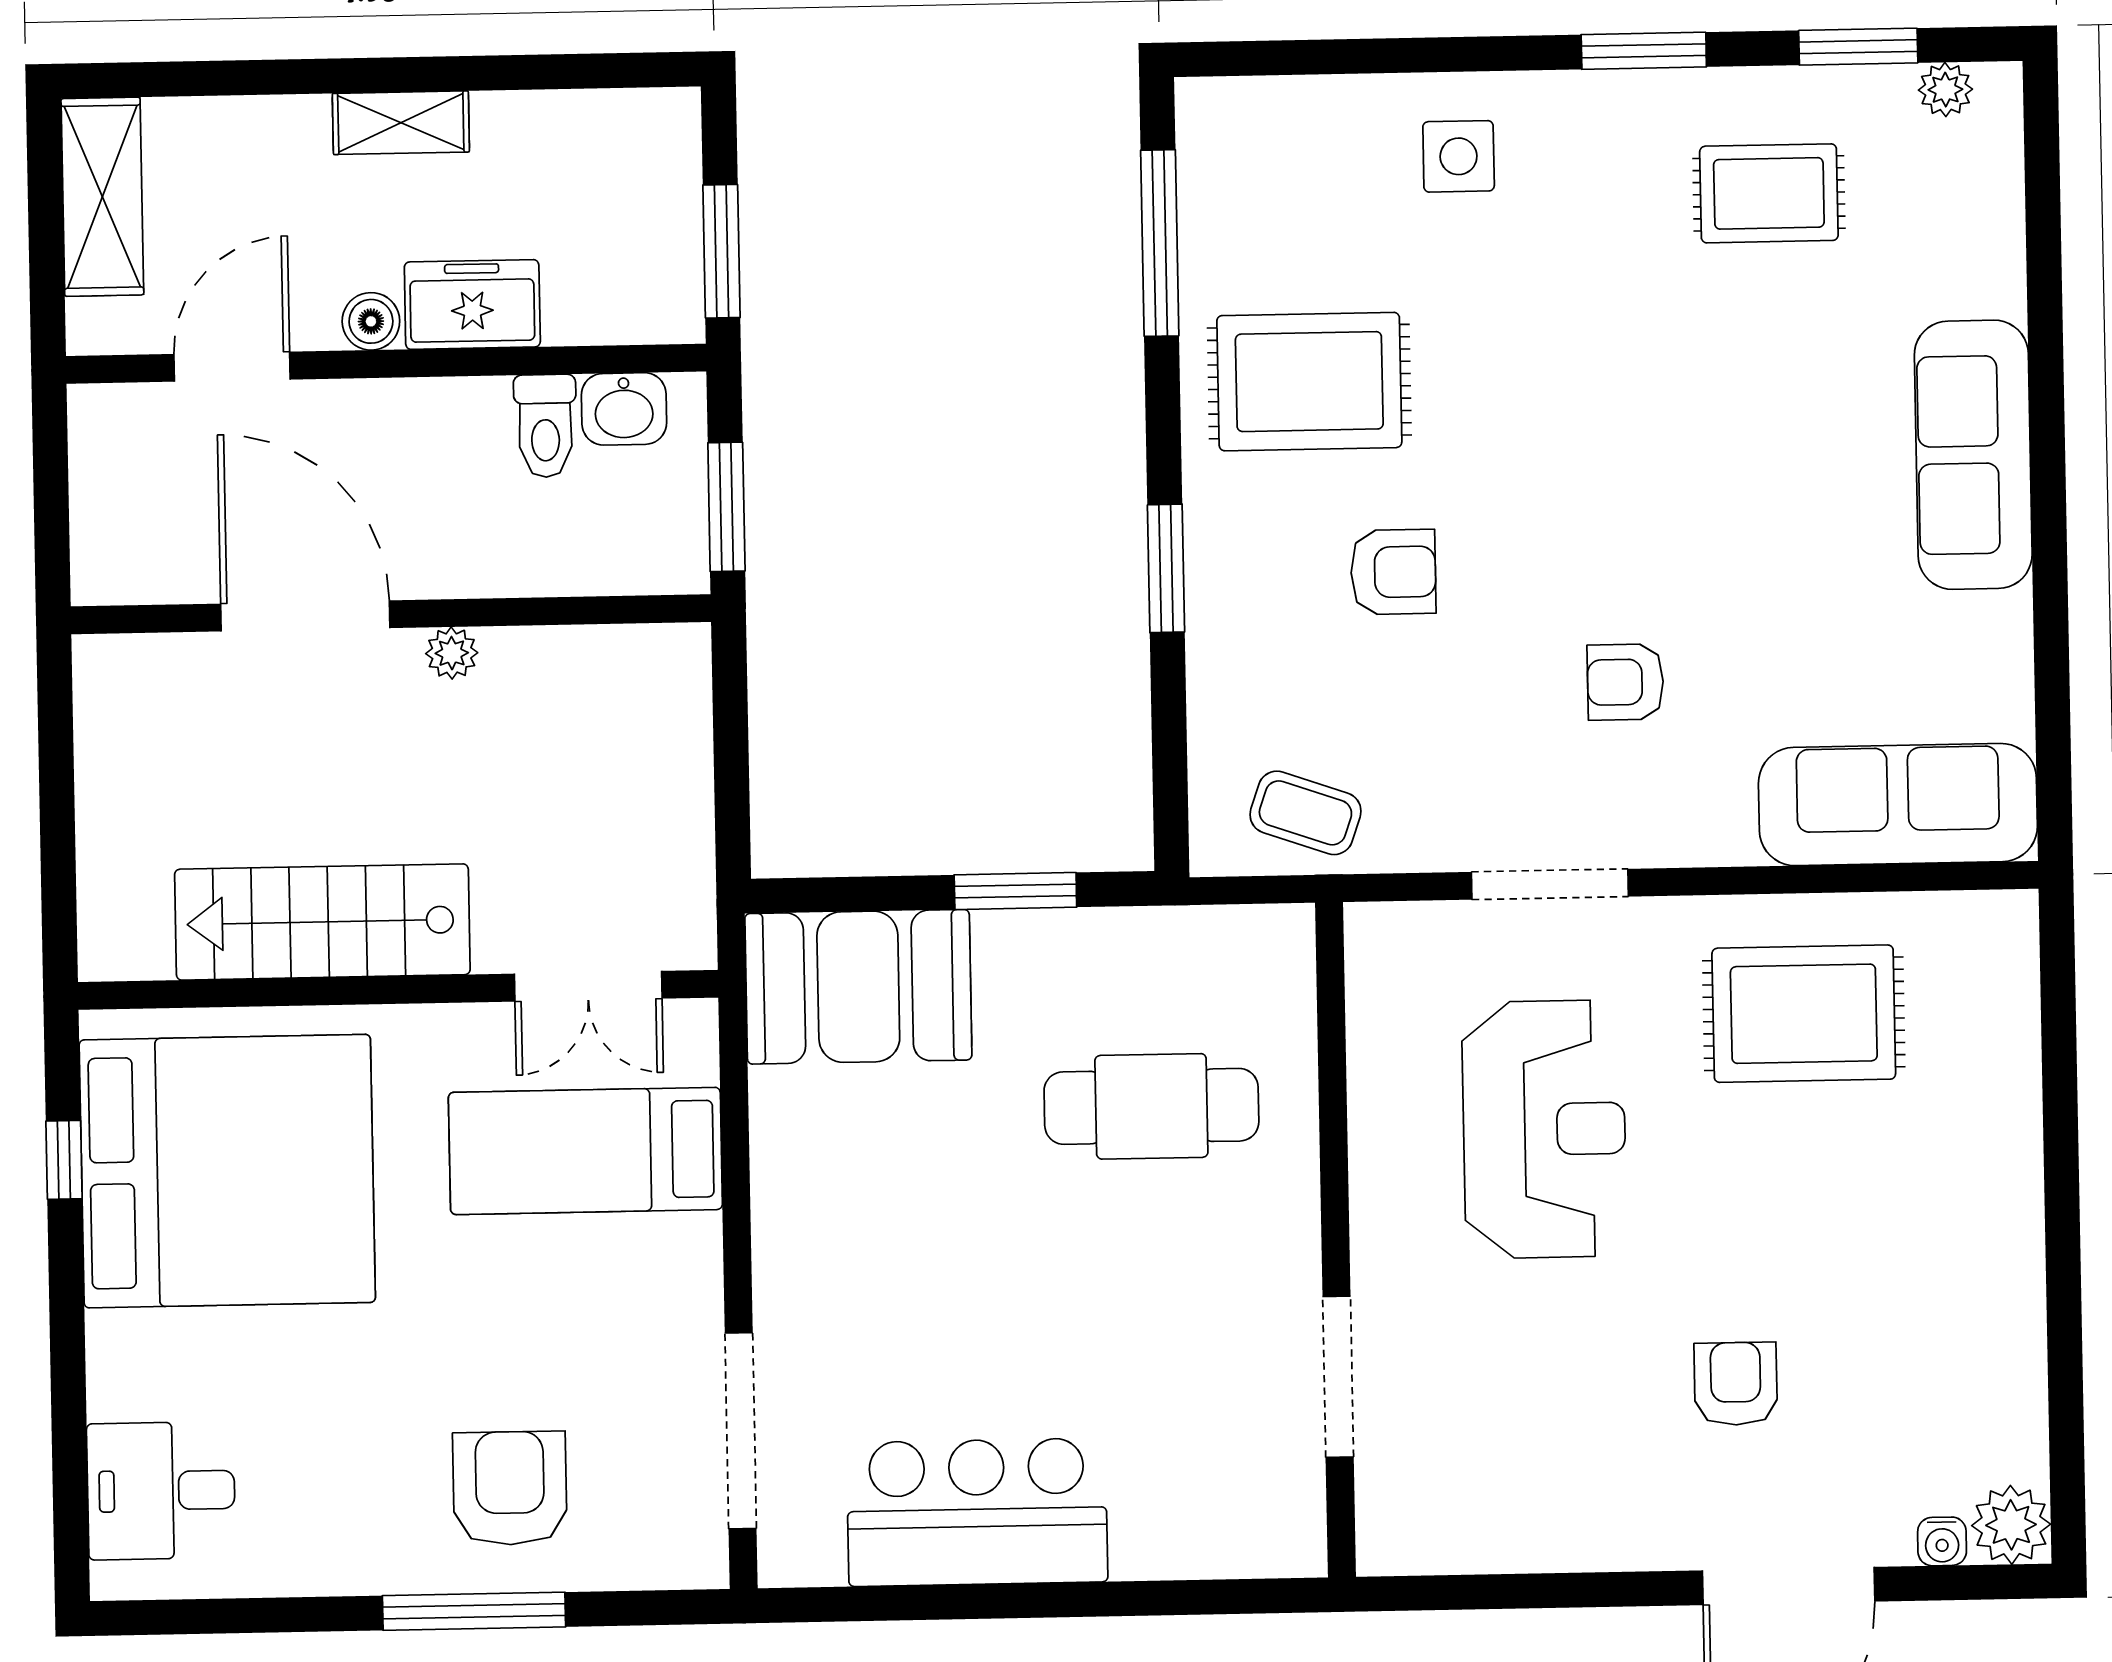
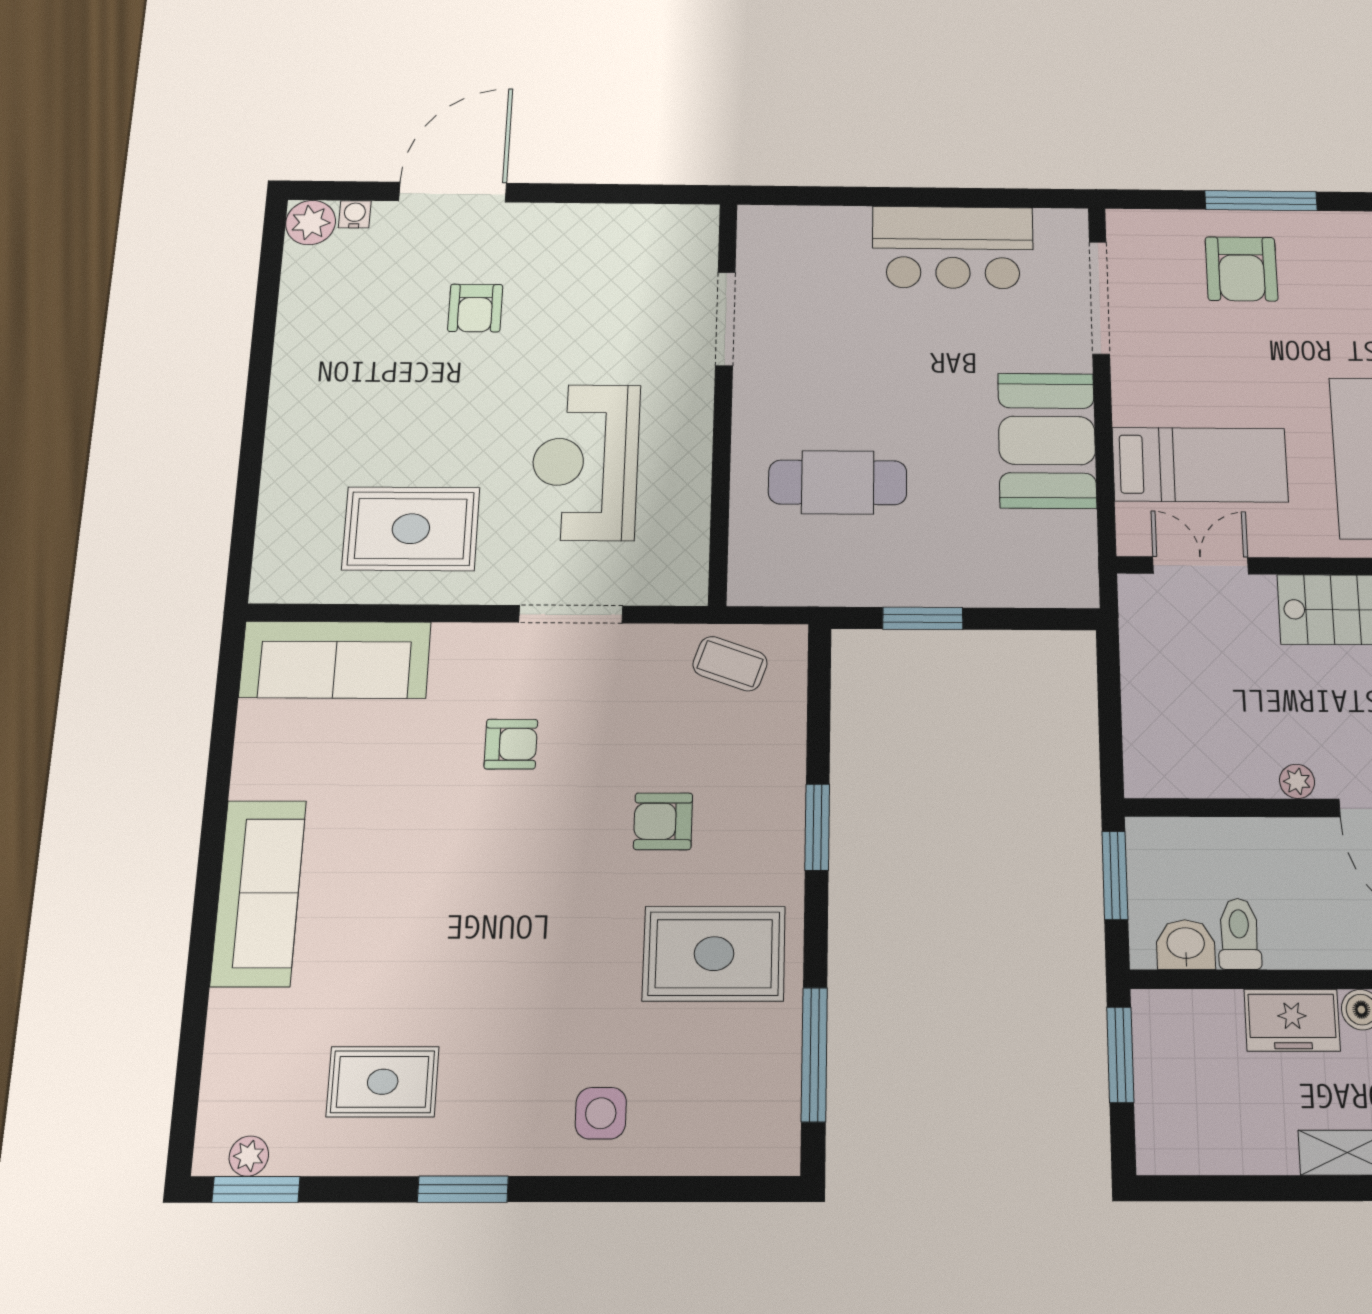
window: (1858, 47) -> (256, 1189), moved
booth: (858, 987) -> (1047, 440), moved, turned 90

